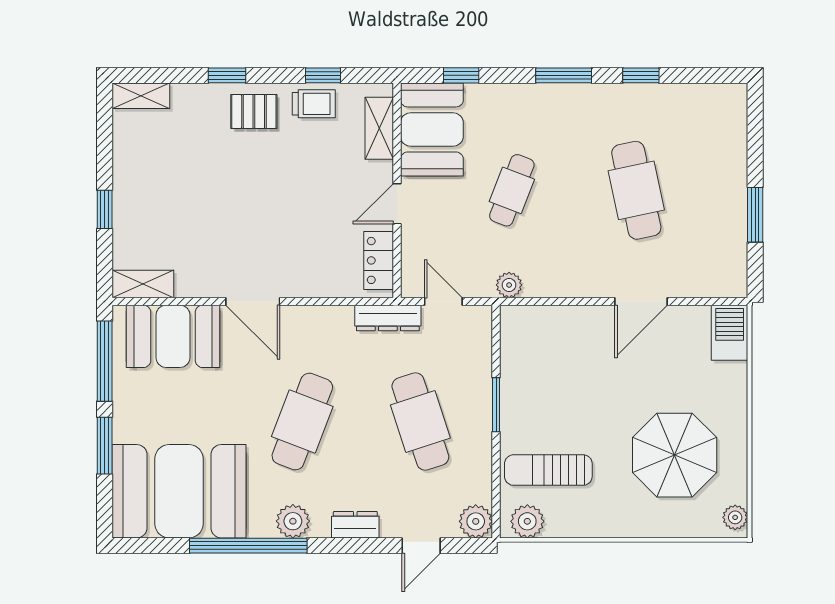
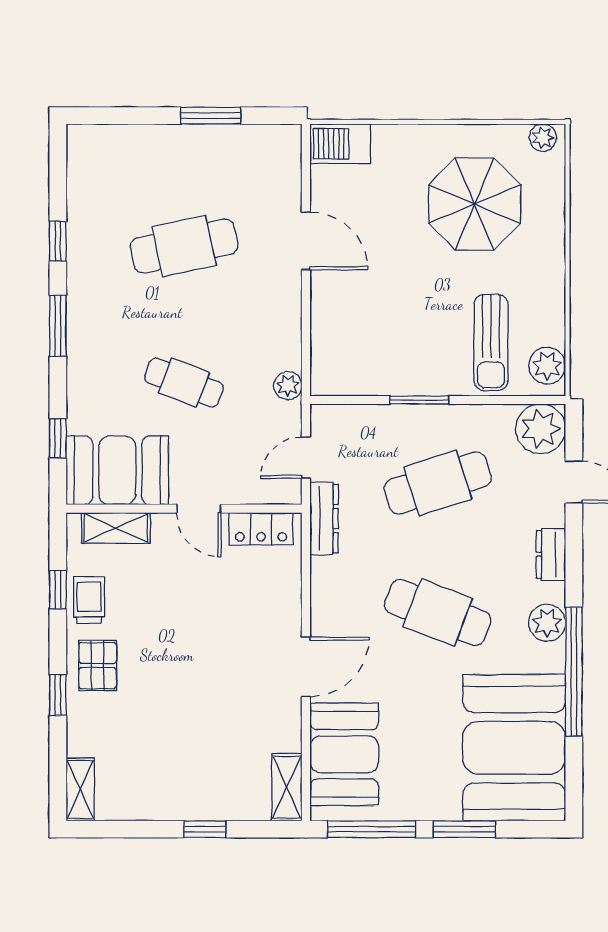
plant: (476, 521) -> (541, 429), width x1.36, depth x1.36

